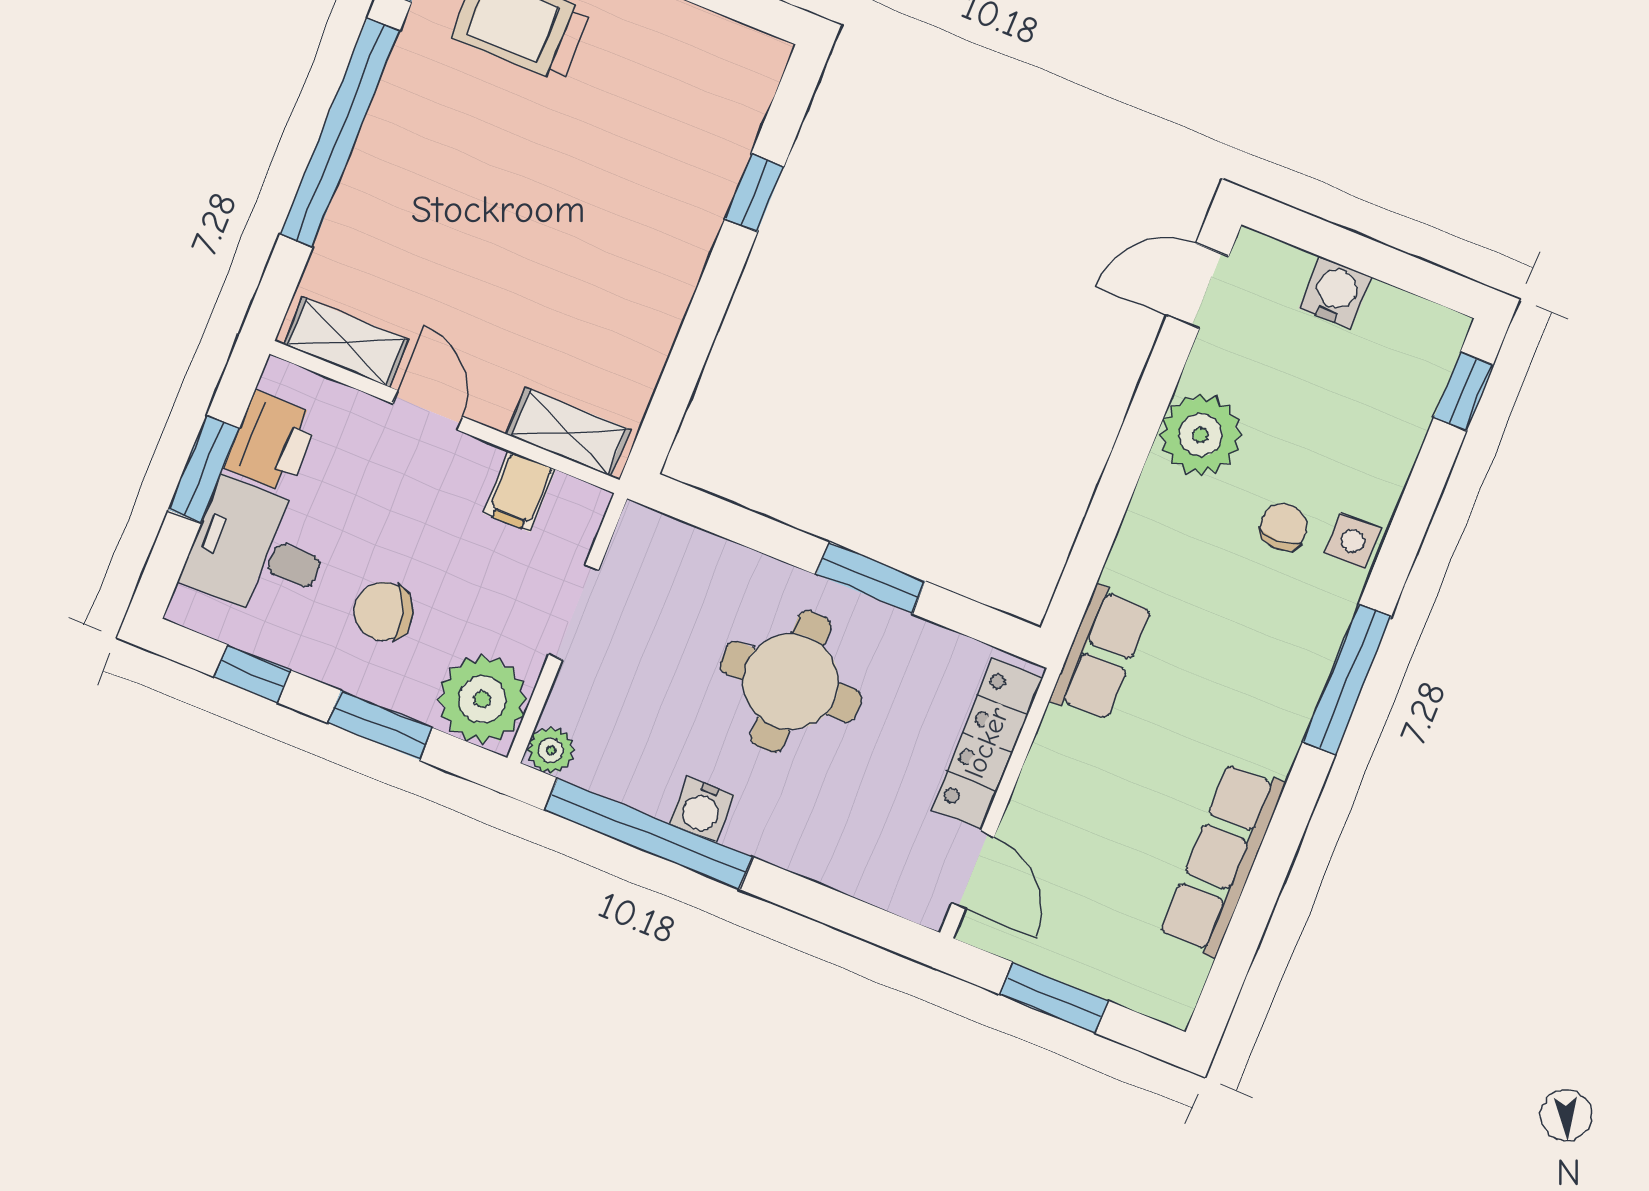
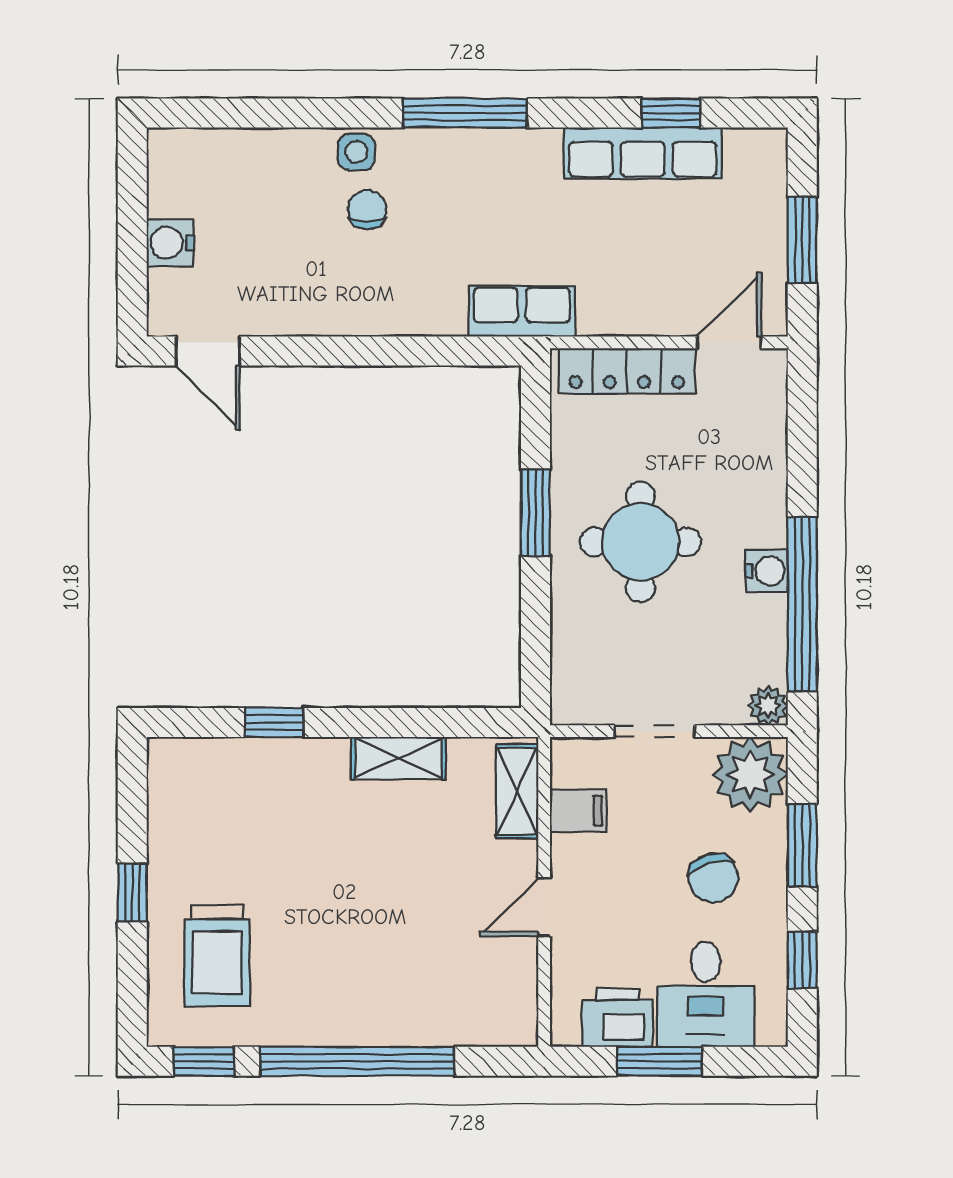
shelving: (346, 342) -> (399, 758), moved, turned 90
window: (1463, 391) -> (671, 113), moved
plant: (1201, 435) -> (322, 302), removed
chair: (1283, 527) -> (367, 210), turned 90

